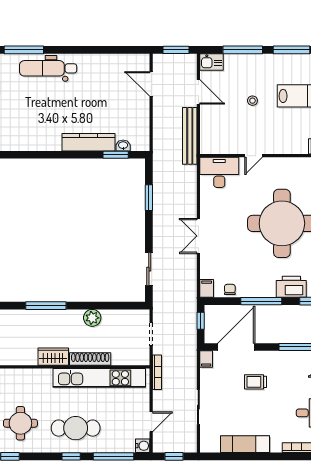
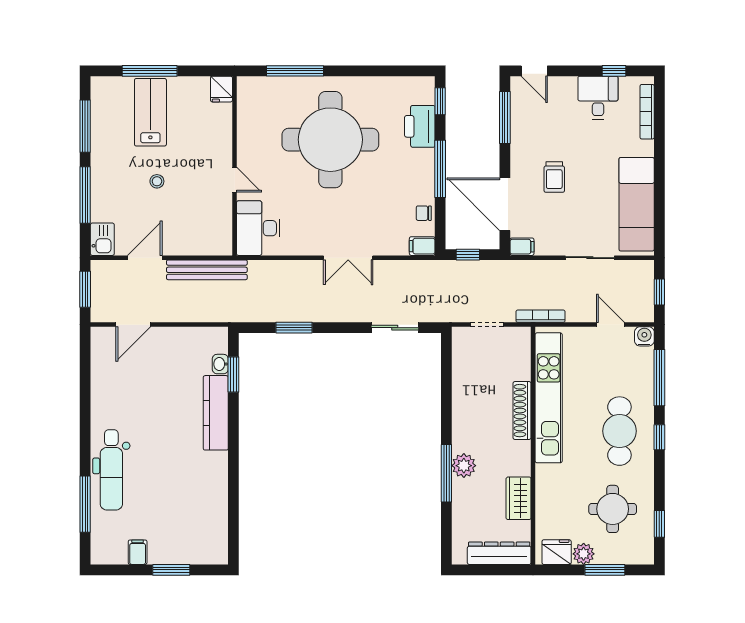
plant: (92, 318) -> (464, 466), moved
wardrobe: (53, 357) -> (519, 498), moved
exam couch: (245, 444) -> (637, 204), width x1.36, depth x1.45

